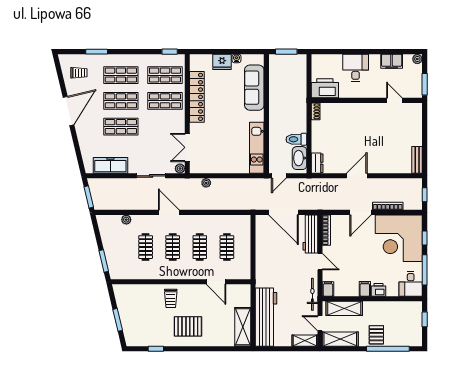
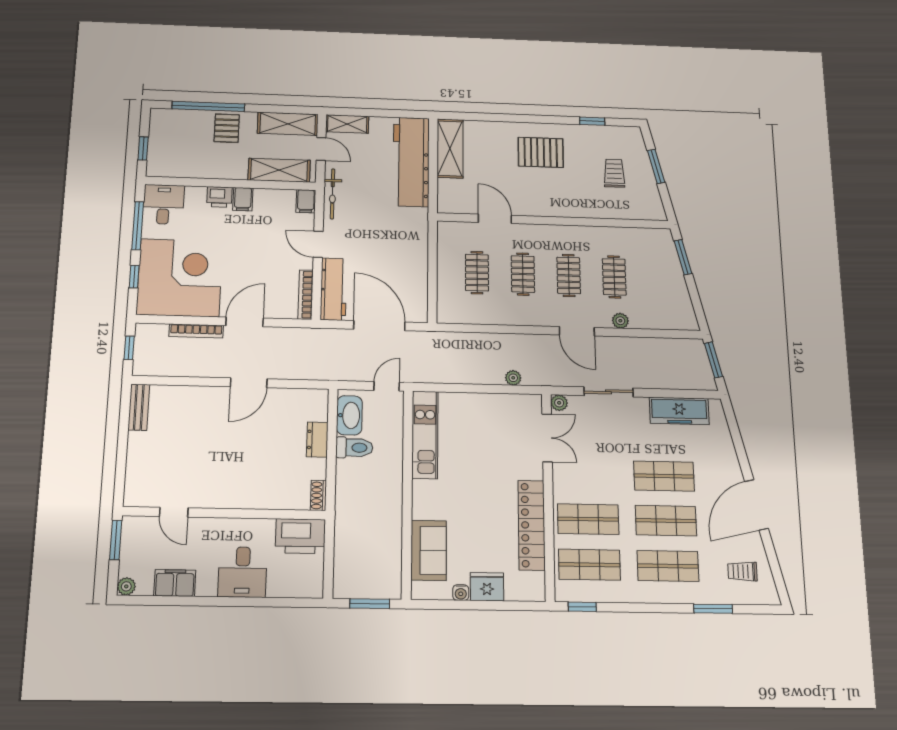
sofa: (254, 88) -> (429, 550), width x0.73
dresser: (317, 163) -> (317, 440), moved
plant: (126, 220) -> (620, 321), moved
trolley: (171, 298) -> (614, 173), moved

